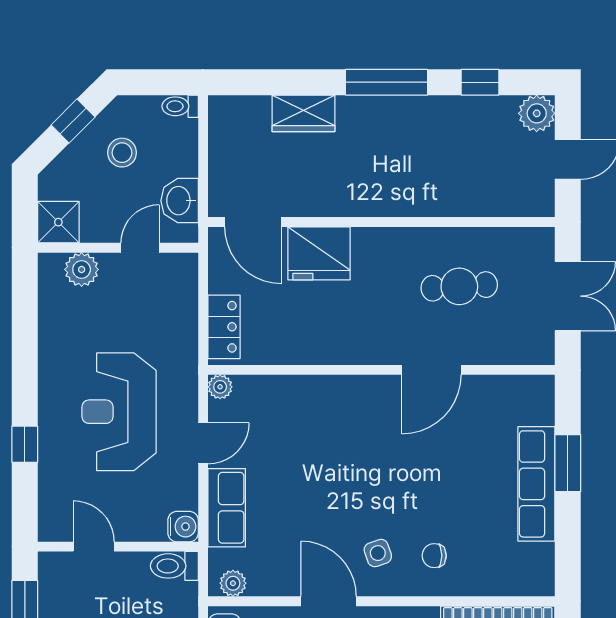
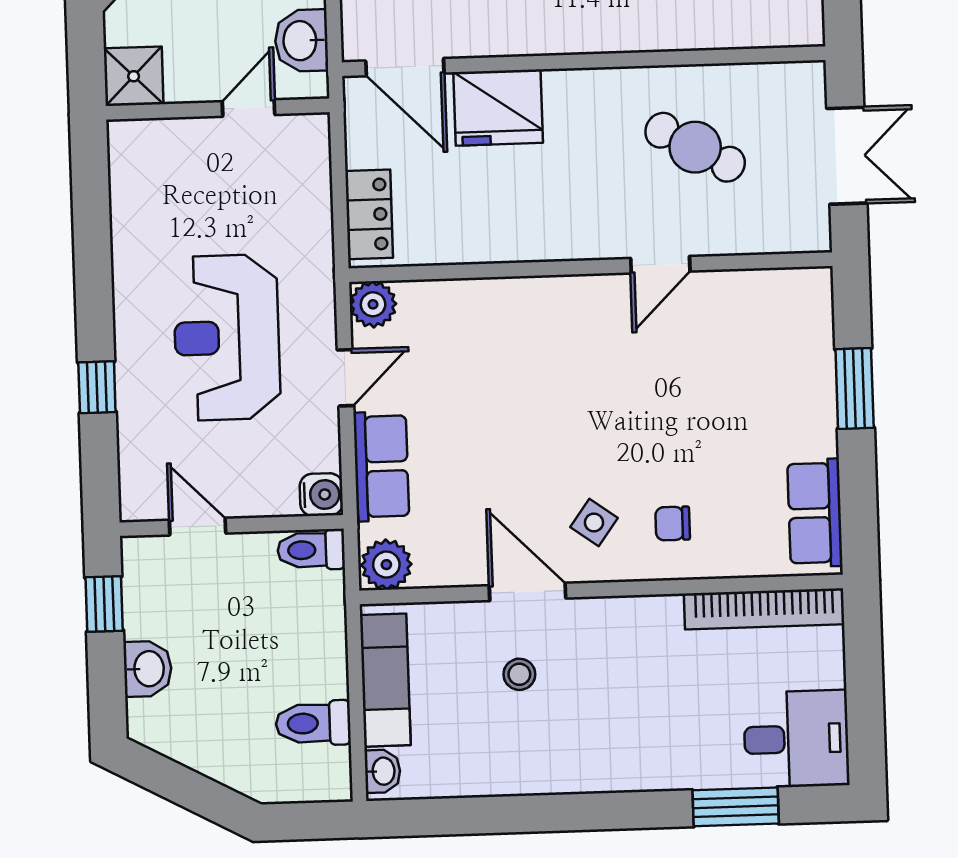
plant: (82, 269) -> (168, 141), removed
cafe table: (459, 286) -> (695, 147), turned 33
door: (432, 370) -> (660, 265), width x0.73
plant: (220, 387) -> (373, 304), width x1.38, depth x1.38
row of seats: (536, 484) -> (815, 513), moved, width x0.68
side table: (378, 553) -> (594, 523), turned -35
plant: (233, 583) -> (386, 565), width x1.38, depth x1.38

